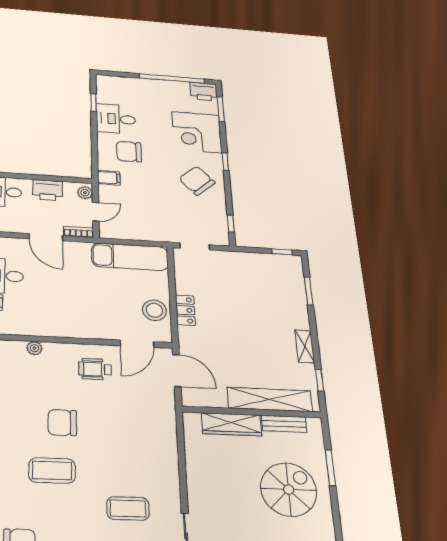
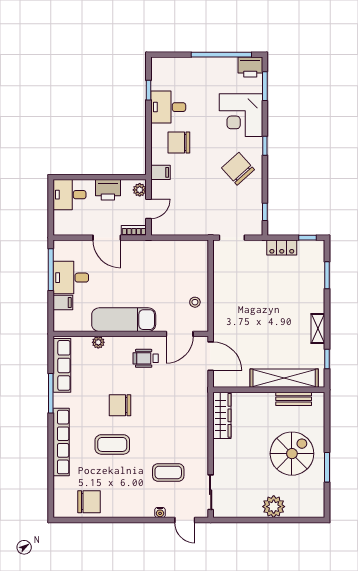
exam couch: (130, 257) -> (124, 320), moved, turned 180
stool: (154, 310) -> (195, 302), width x0.53, depth x0.53
locker: (185, 310) -> (282, 248), moved, turned 90
wardrobe: (232, 424) -> (222, 415), moved, turned -90
window: (330, 468) -> (327, 467), moved

